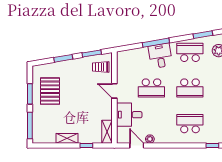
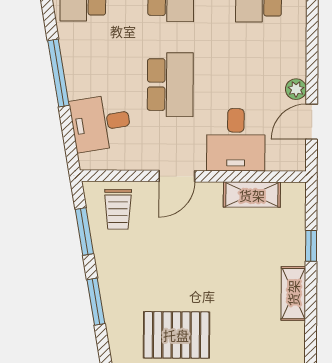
desk: (160, 56) -> (101, 123), moved
shelving: (107, 132) -> (252, 195), moved

